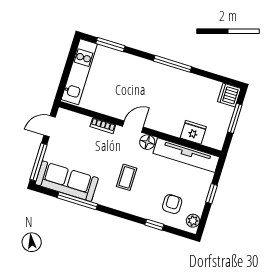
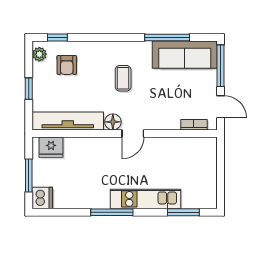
kitchen unit: (79, 72) -> (145, 199), moved, turned 90
door: (50, 126) -> (221, 107), hinge flipped
bookcase: (103, 126) -> (194, 125), moved
fridge: (193, 132) -> (51, 147), moved
window: (154, 225) -> (57, 38), moved

